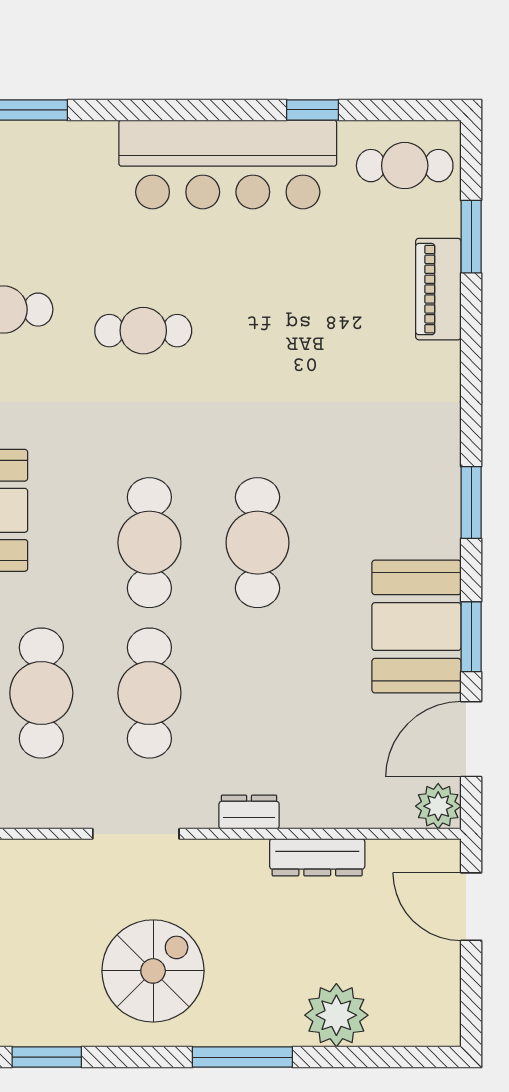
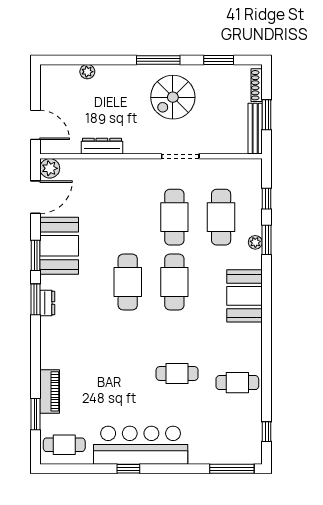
window: (313, 110) -> (128, 469), moved
window: (471, 637) -> (36, 255), moved
dresser: (249, 812) -> (47, 303), moved, turned -90
plant: (336, 1015) -> (87, 72), width x0.53, depth x0.53
window: (242, 1057) -> (158, 60), moved

